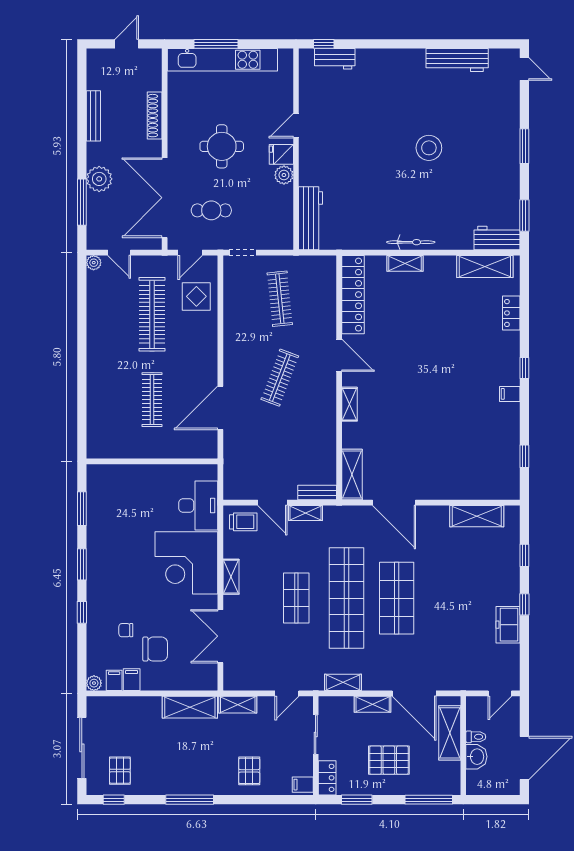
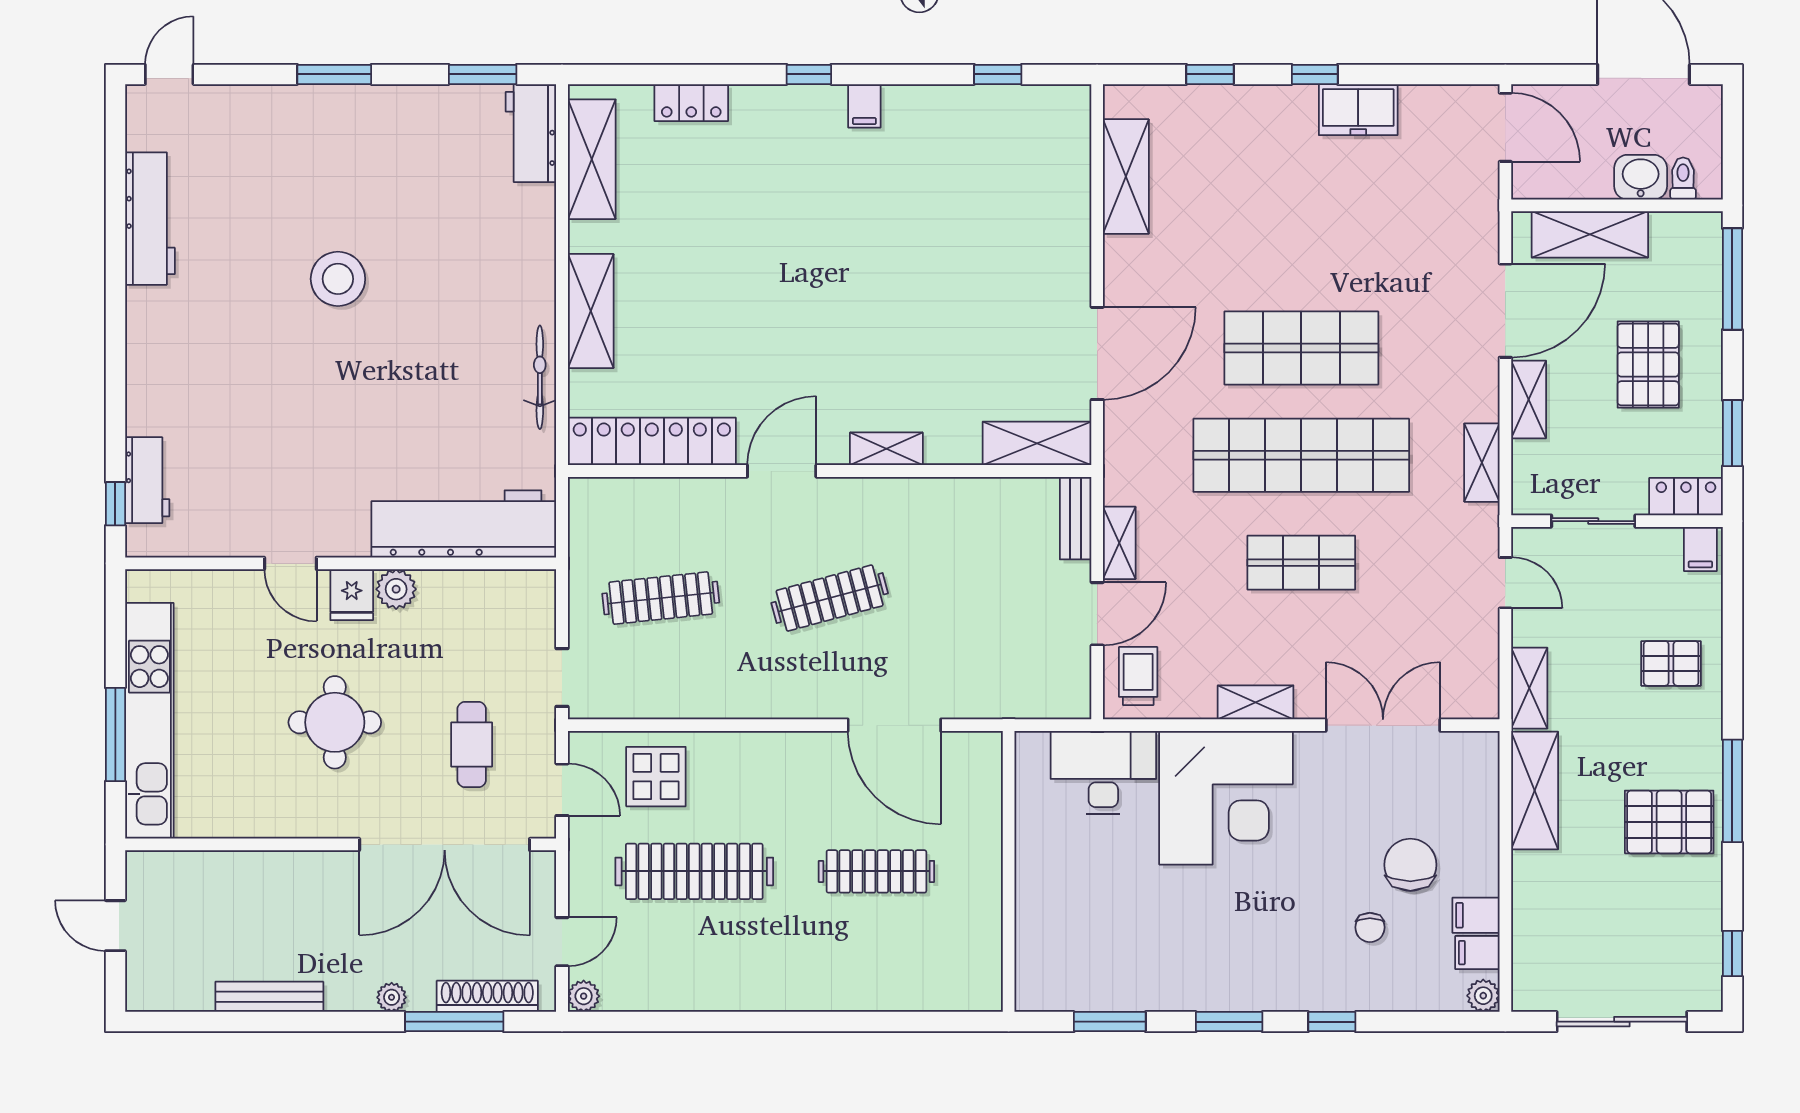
shoe rack: (155, 116) -> (487, 996), moved, turned 180
plant: (99, 179) -> (392, 997), width x0.53, depth x0.53
workbench: (311, 218) -> (464, 524), width x1.36, depth x1.32
bicycle: (411, 242) -> (540, 377), moved
shelving: (405, 263) -> (591, 311), width x1.50, depth x1.33
clothes rail: (280, 378) -> (830, 598), turned -36
double door: (220, 636) -> (1383, 725), swing flipped
door: (500, 693) -> (1505, 127), width x1.38
toilet: (476, 737) -> (1683, 179), moved
pallet: (120, 771) -> (1669, 822), moved, width x1.50, depth x1.42

